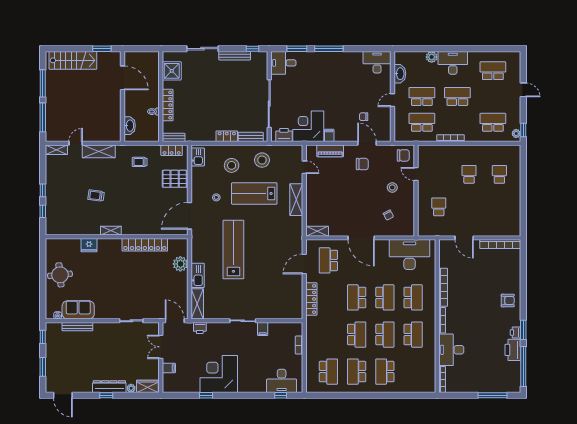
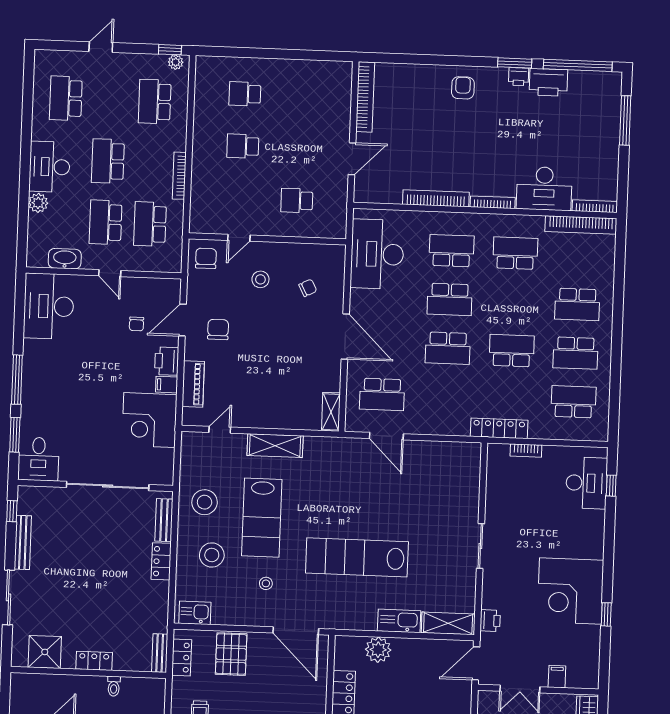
desk: (377, 62) -> (49, 306), width x1.36, depth x1.30
locker: (168, 105) -> (94, 661), width x0.66
printer: (284, 135) -> (167, 361), moved
door: (361, 238) -> (345, 337), hinge flipped
school desk: (385, 297) -> (450, 299), turned 180
locker: (311, 299) -> (499, 428), moved
filing cabinet: (263, 329) -> (496, 512), removed
school desk: (385, 335) -> (513, 302), removed
bookcase: (431, 372) -> (581, 225), added

